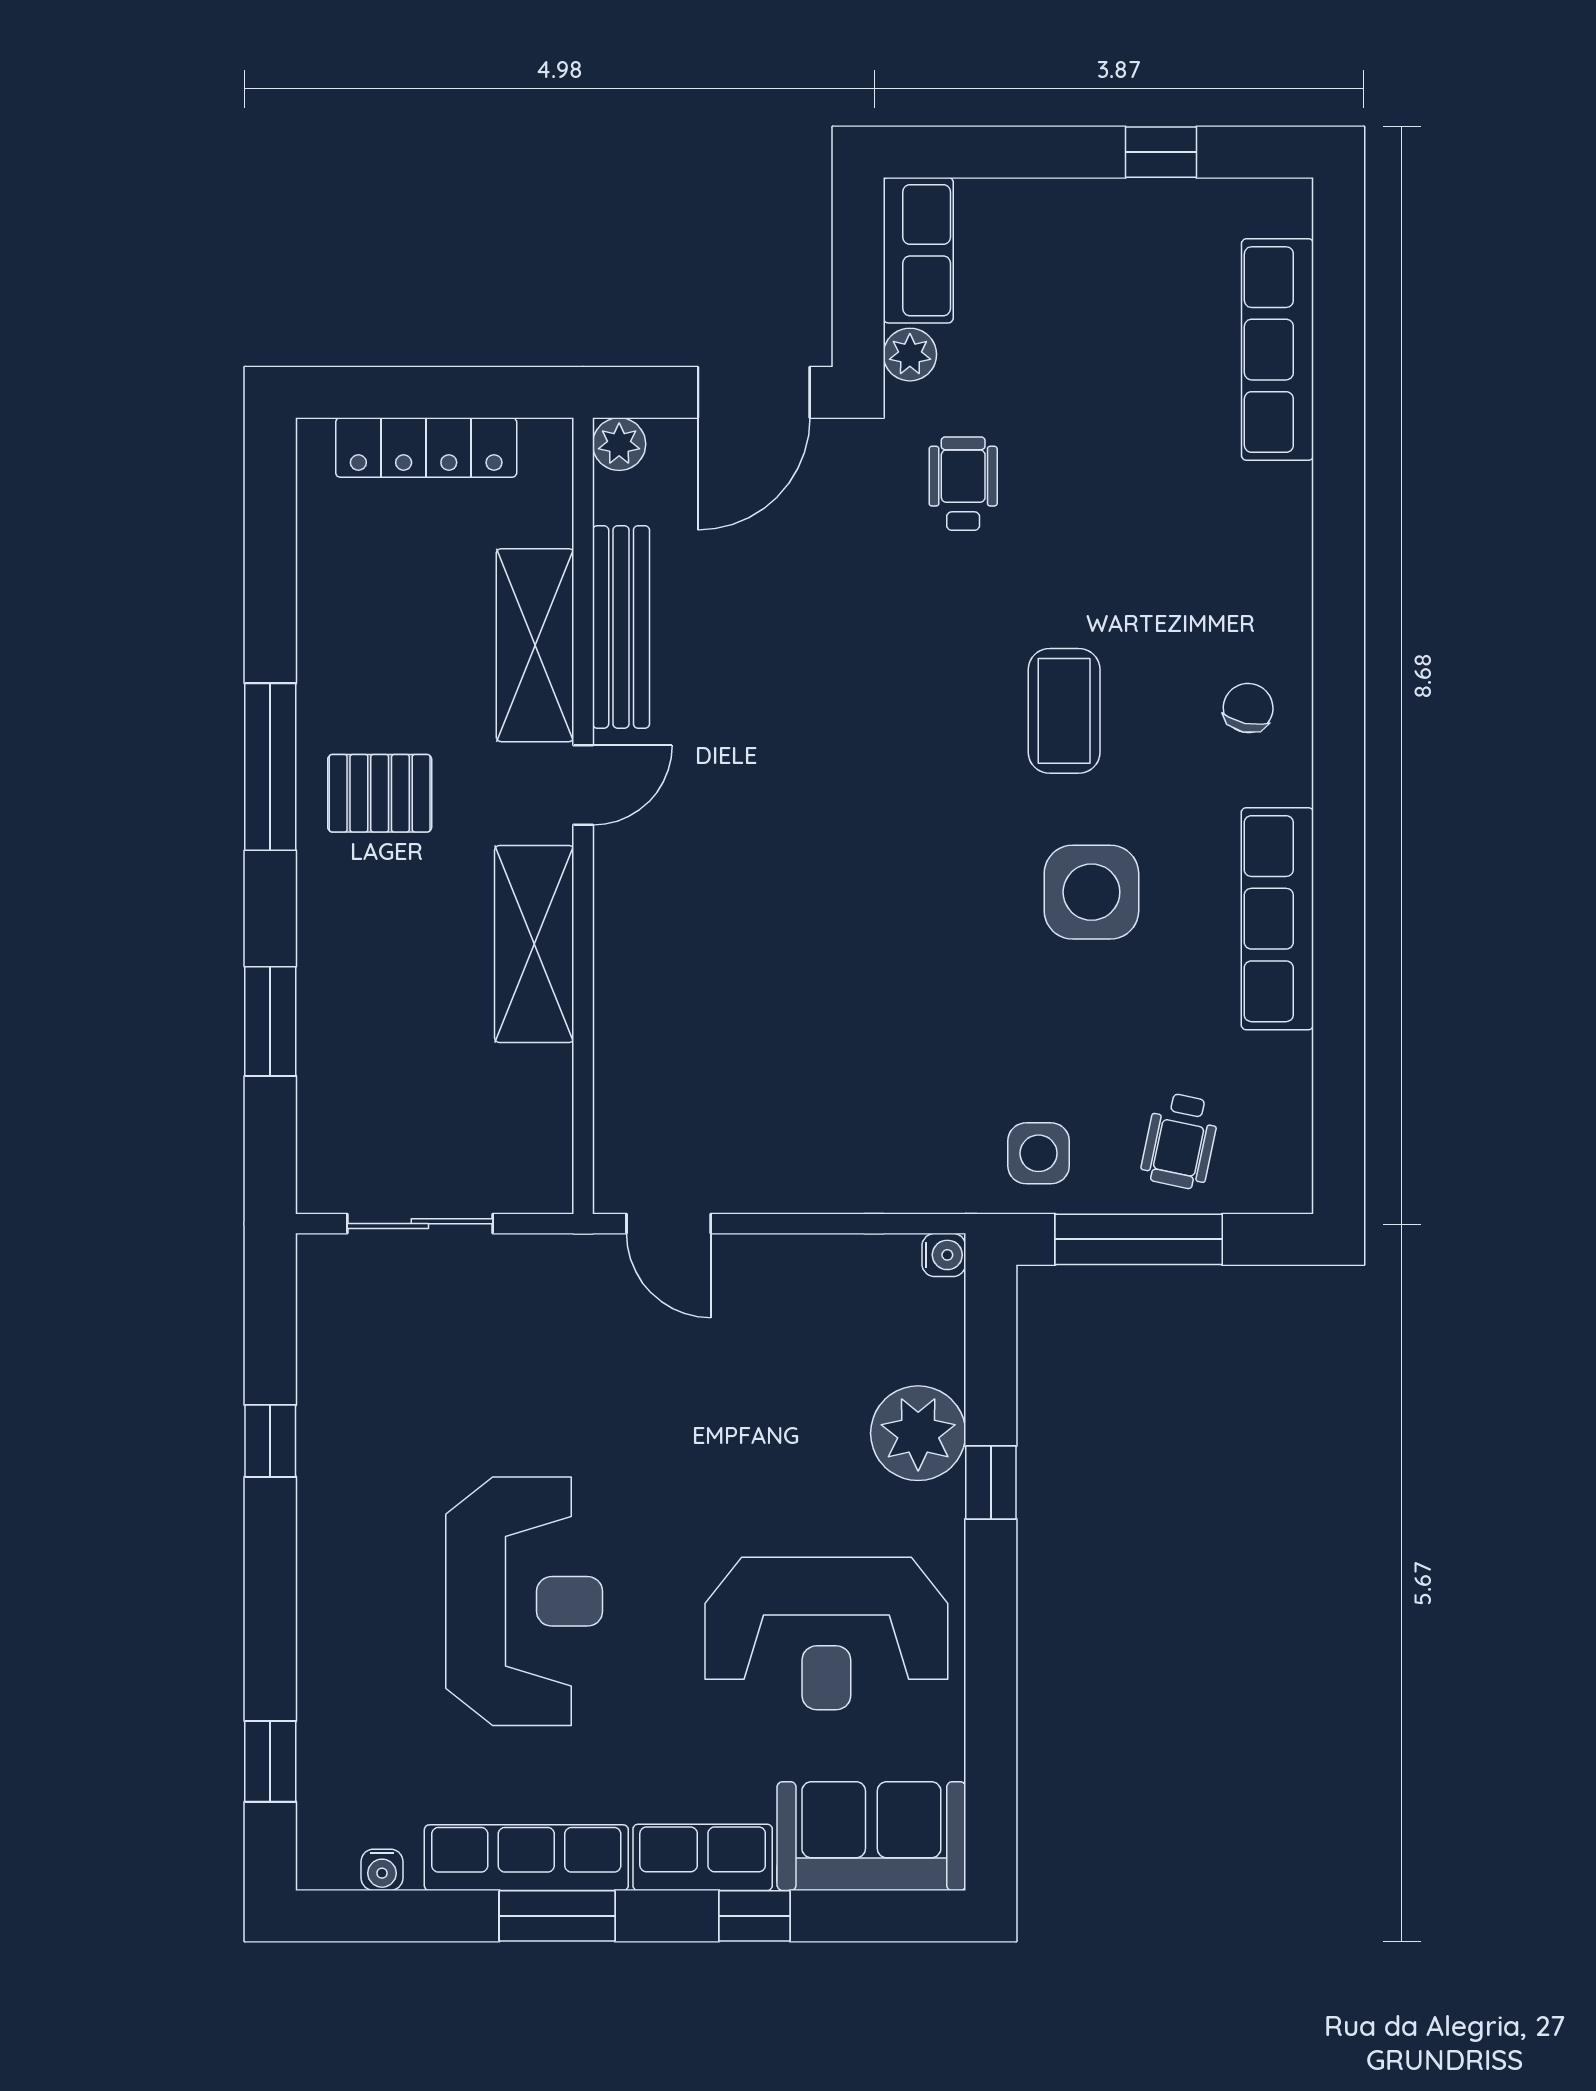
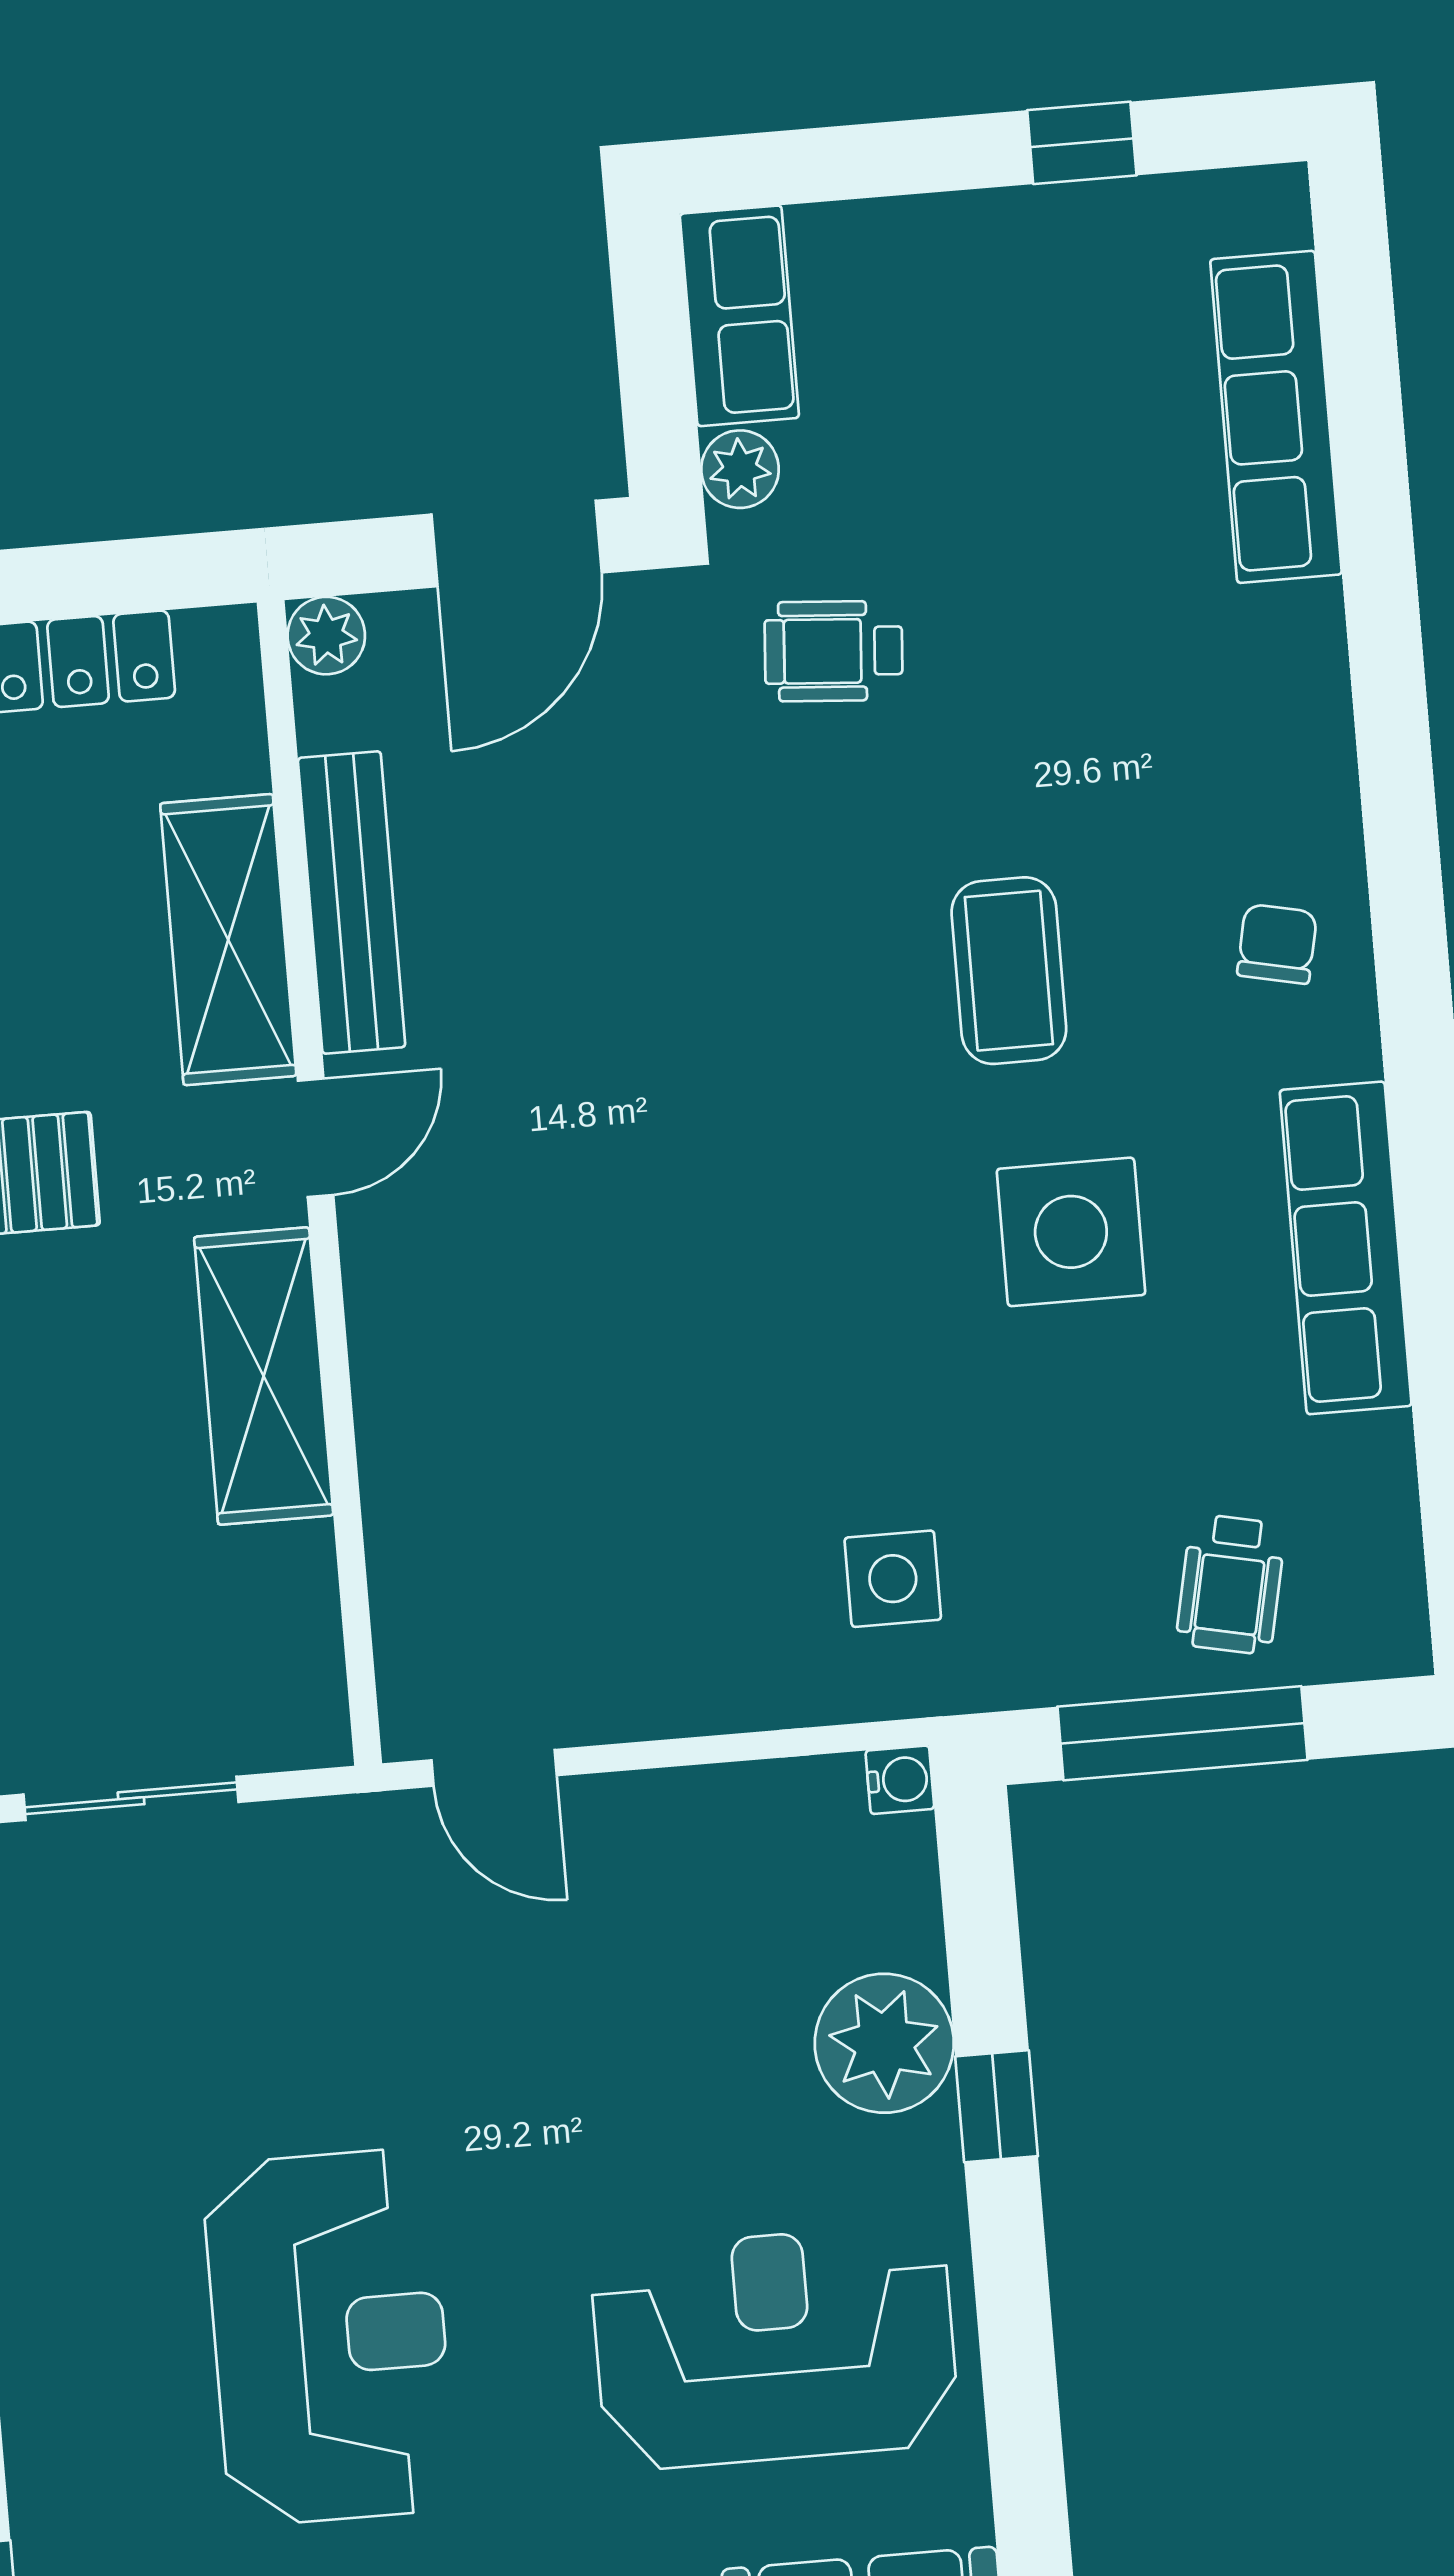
wheelchair: (963, 484) -> (834, 651), turned -86
side table: (1039, 1153) -> (893, 1579), moved
reception desk: (826, 1634) -> (775, 2347), turned 180

